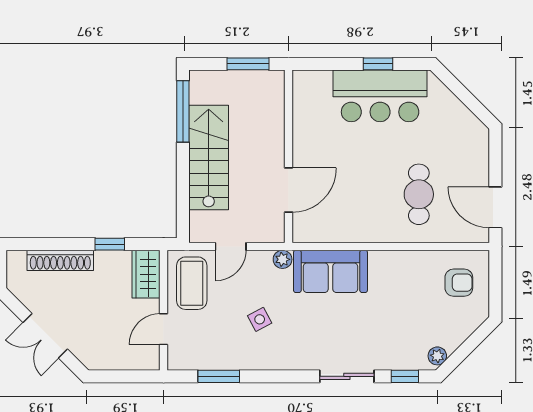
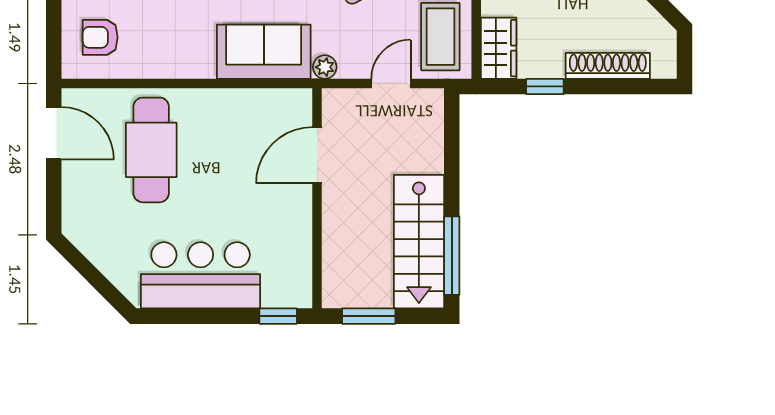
window: (378, 64) -> (278, 316), moved
stairs: (209, 157) -> (419, 242), moved
cafe table: (419, 194) -> (151, 150), width x1.37, depth x1.35

